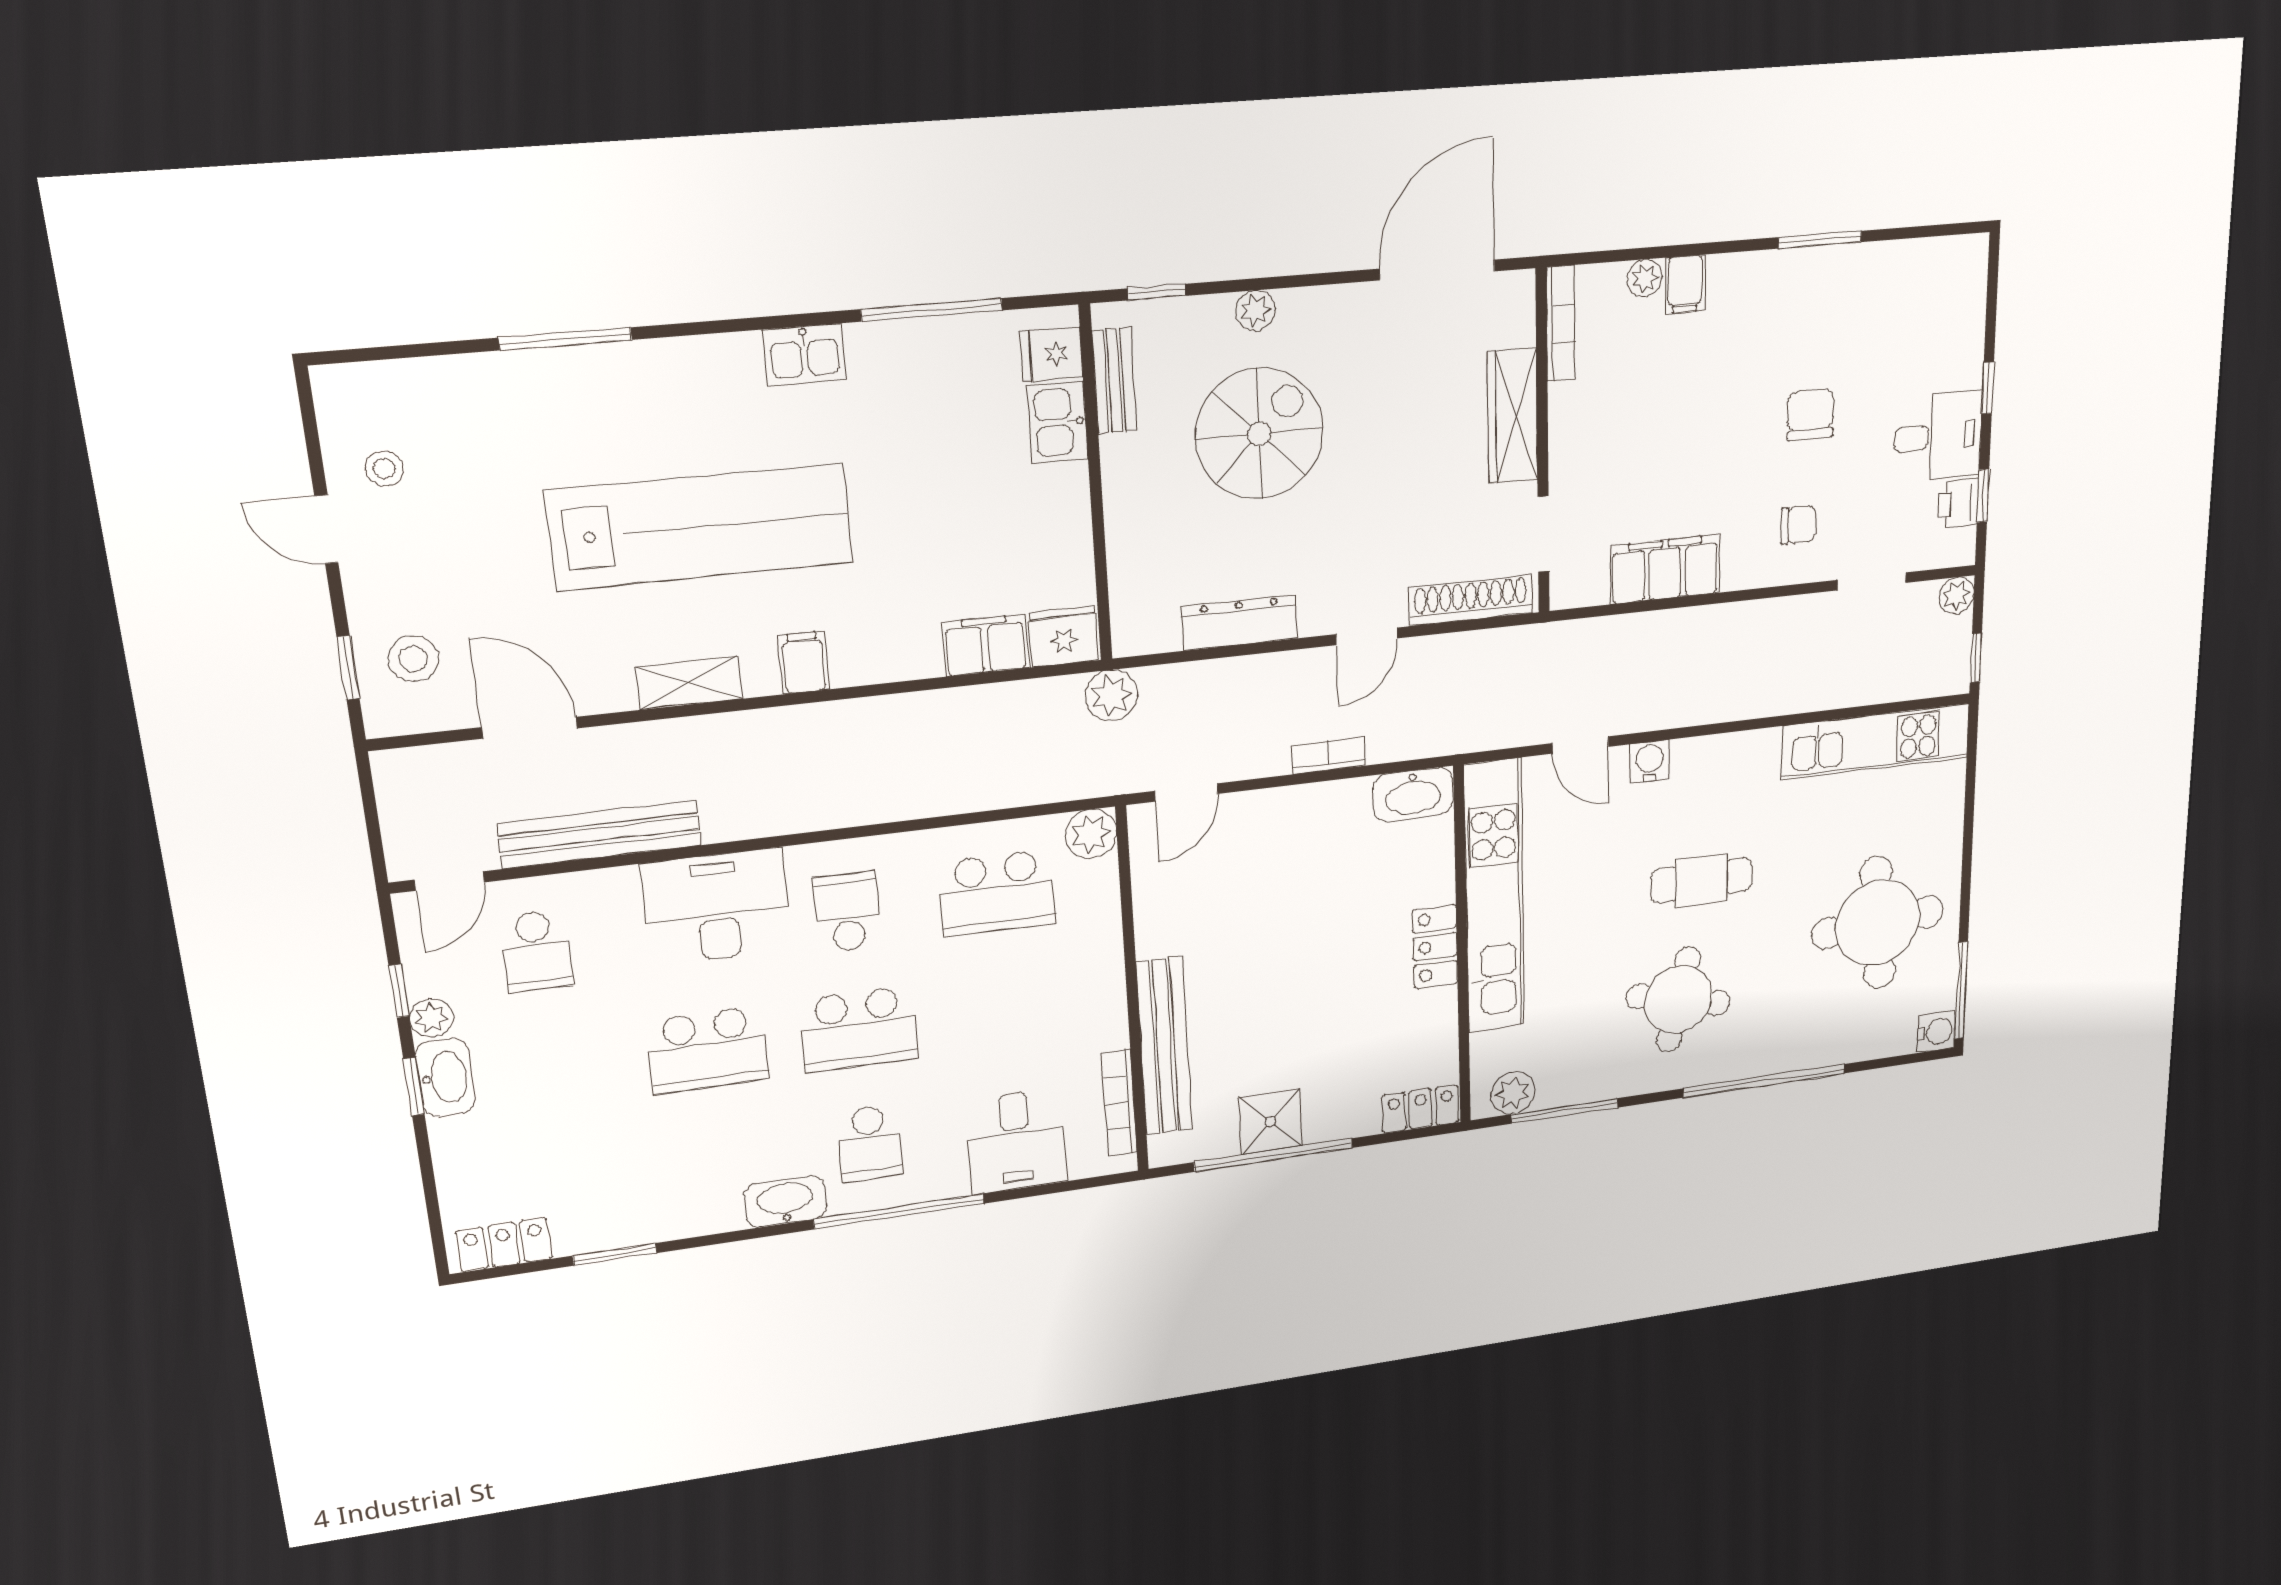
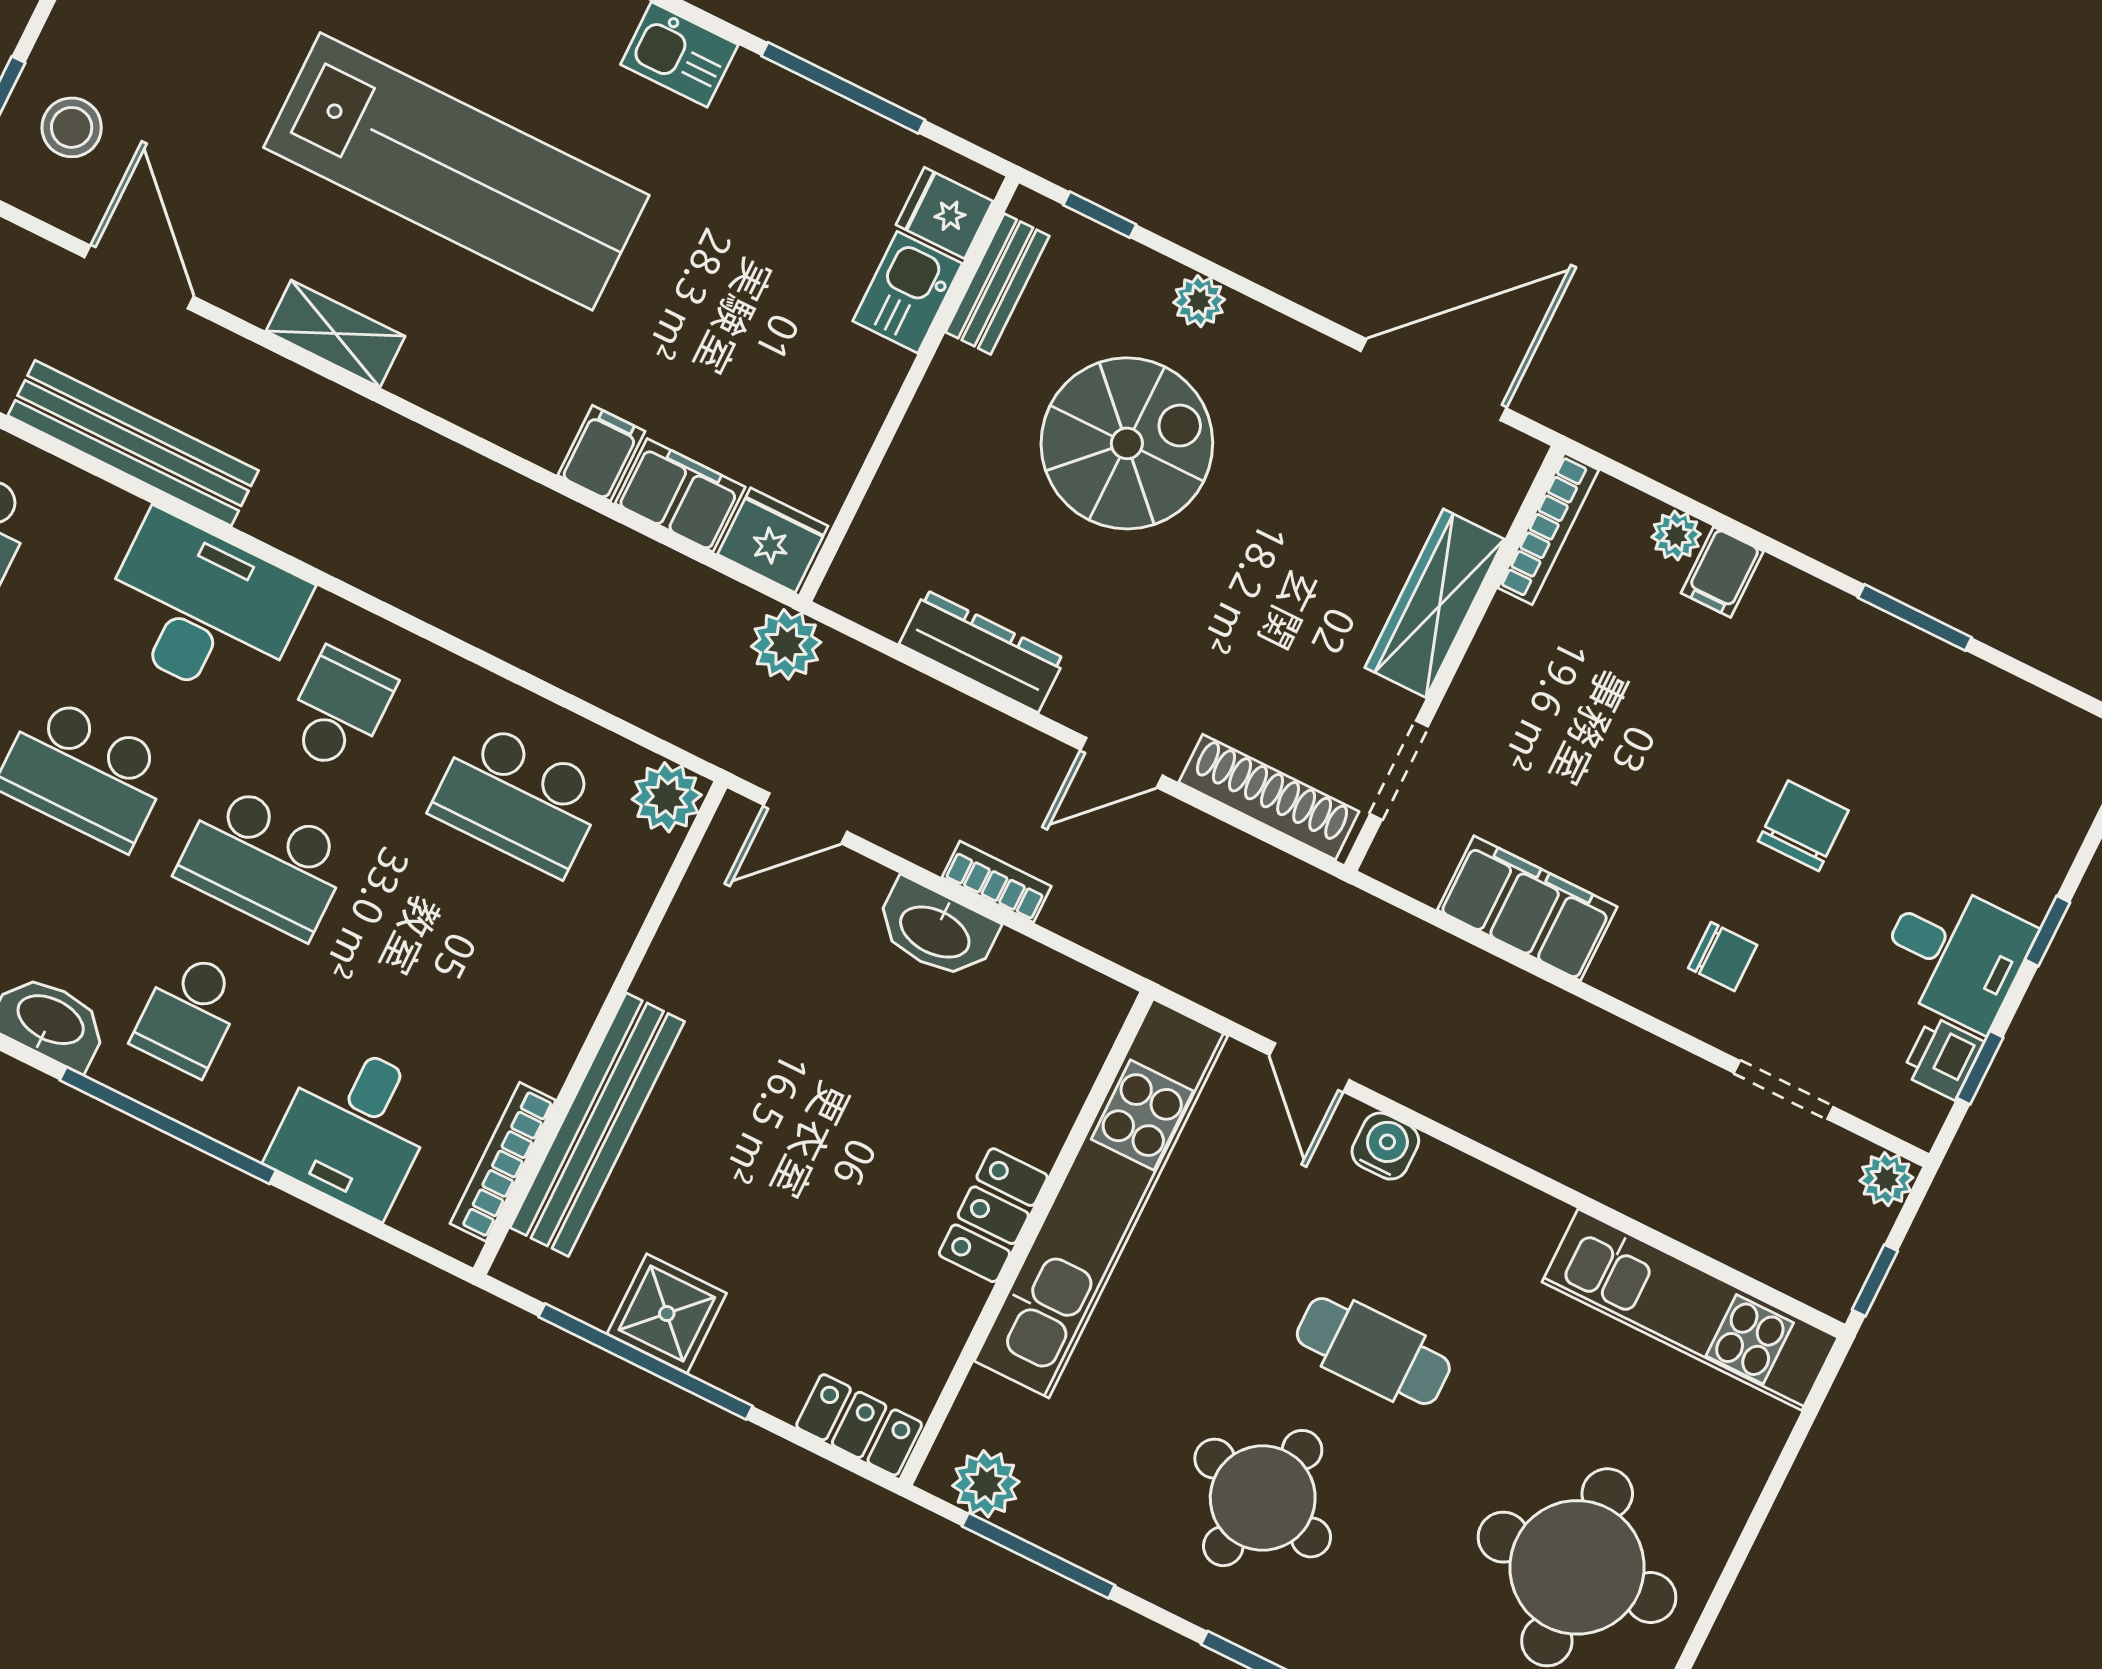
filing cabinet: (804, 662) -> (601, 453), moved
washbasin: (1413, 794) -> (936, 930), moved

